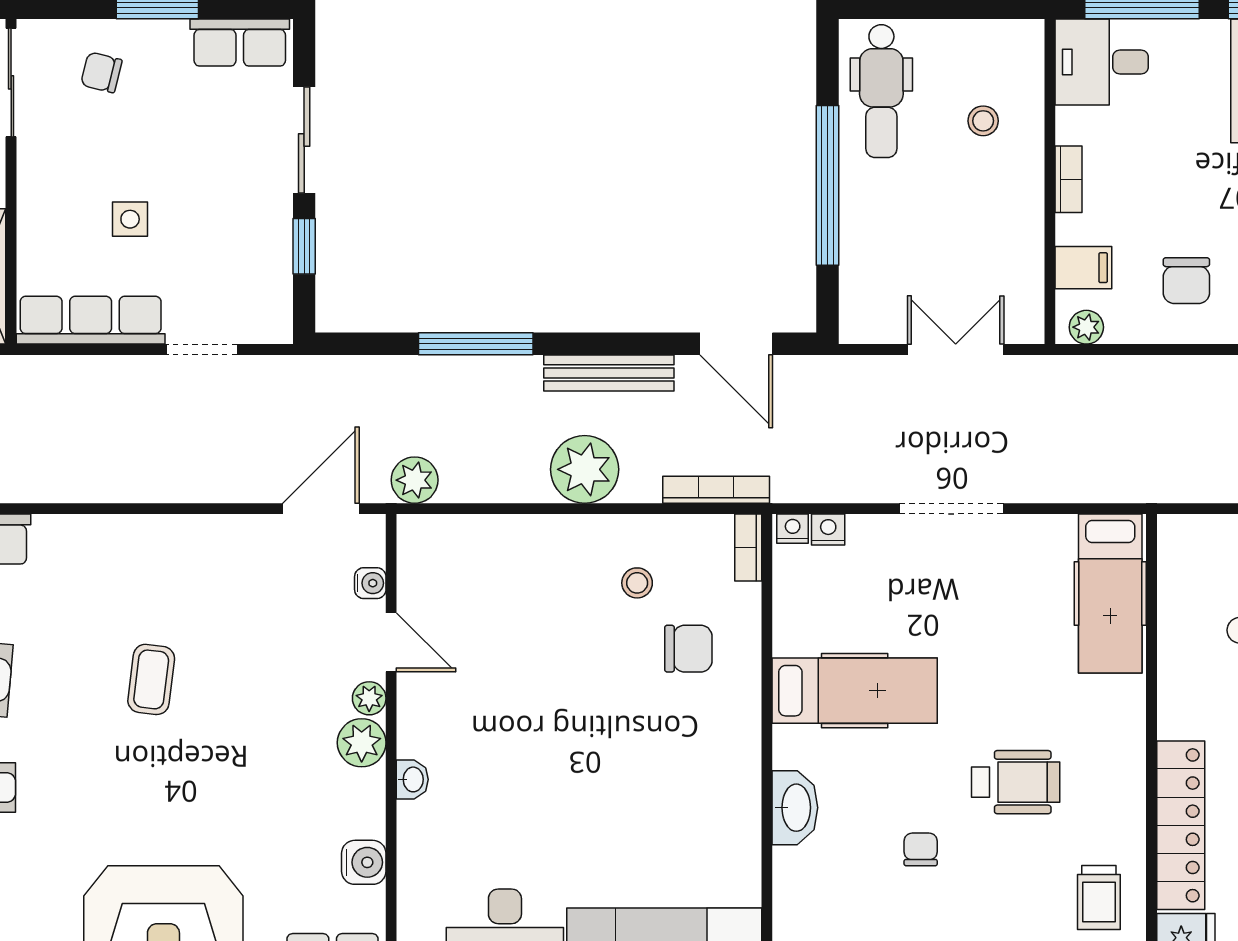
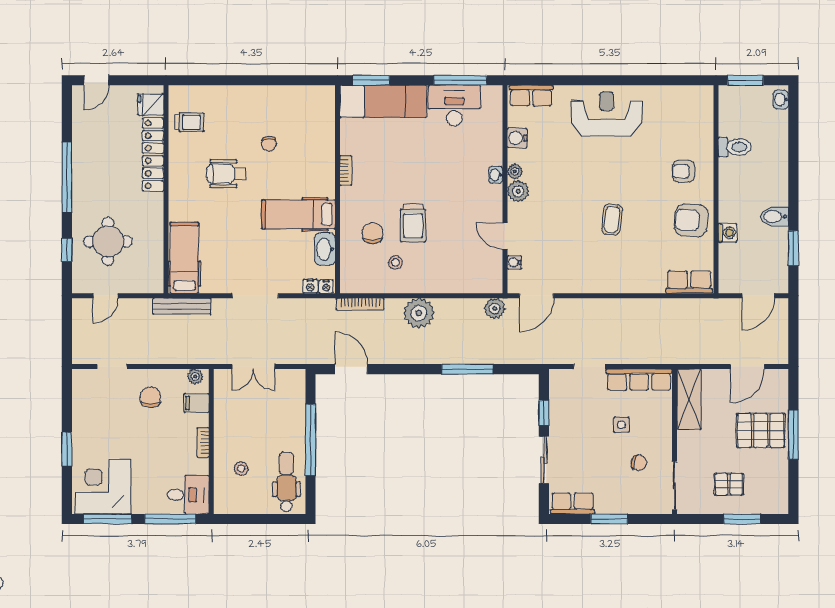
chair: (101, 72) -> (639, 463), moved
bench: (609, 373) -> (182, 306), moved
bookcase: (748, 547) -> (346, 171), moved
chair: (688, 649) -> (373, 233), turned 90
trolley: (597, 672) -> (413, 223), added
plant: (369, 698) -> (515, 171), moved
washbasin: (795, 808) -> (325, 249), moved
trolley: (1099, 897) -> (189, 122), turned 90

